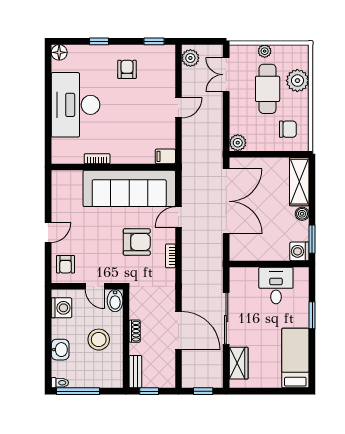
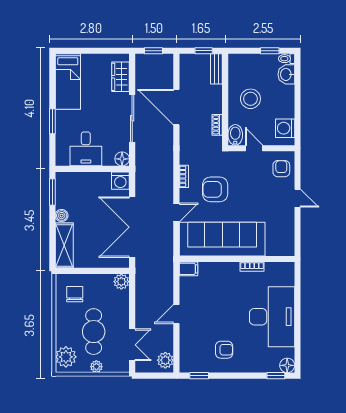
window: (99, 41) -> (276, 376), moved
armchair: (127, 69) -> (224, 350), turned -90
plant: (297, 81) -> (66, 357), moved
chair: (288, 129) -> (75, 294), turned 90
door: (48, 233) -> (297, 198), swing flipped
washing machine: (299, 251) -> (120, 181), moved, turned 90
floor lamp: (237, 275) -> (122, 159), added
shoe rack: (135, 331) -> (217, 125), moved
washbasin: (60, 350) -> (286, 74), moved
window: (78, 391) -> (270, 51), width x0.46

